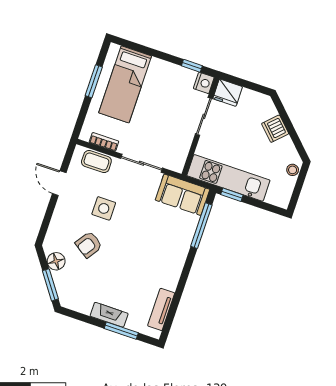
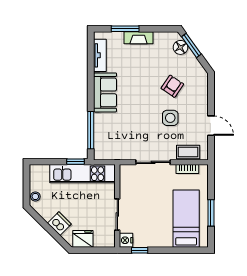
fridge: (228, 93) -> (83, 239), moved
sofa: (182, 195) -> (105, 92), moved, turned 90
floor lamp: (56, 261) -> (180, 47), moved

